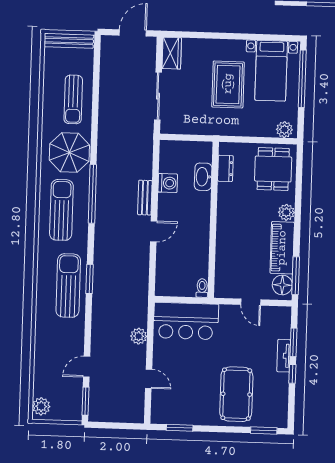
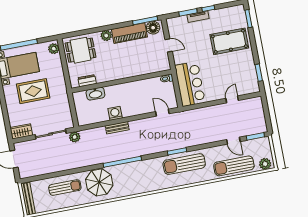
washing machine: (168, 183) -> (115, 113), moved
sun lounger: (61, 210) -> (234, 166), moved
door: (154, 231) -> (162, 113), moved
door: (251, 302) -> (169, 45), hinge flipped
plant: (139, 336) -> (75, 137), moved

